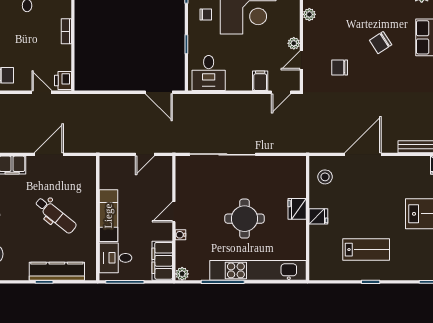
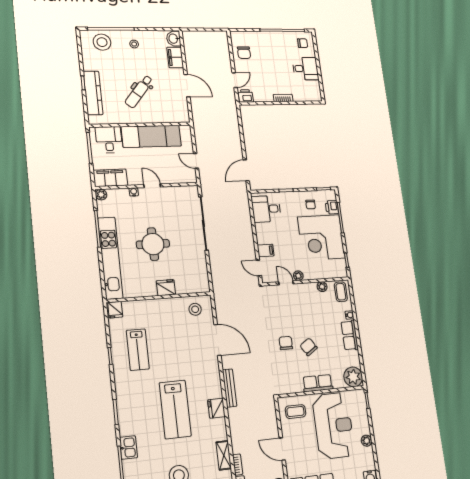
chair: (340, 67) -> (286, 343), moved
exam couch: (108, 216) -> (151, 136), width x1.36, depth x1.45
fridge: (318, 216) -> (115, 310), moved

